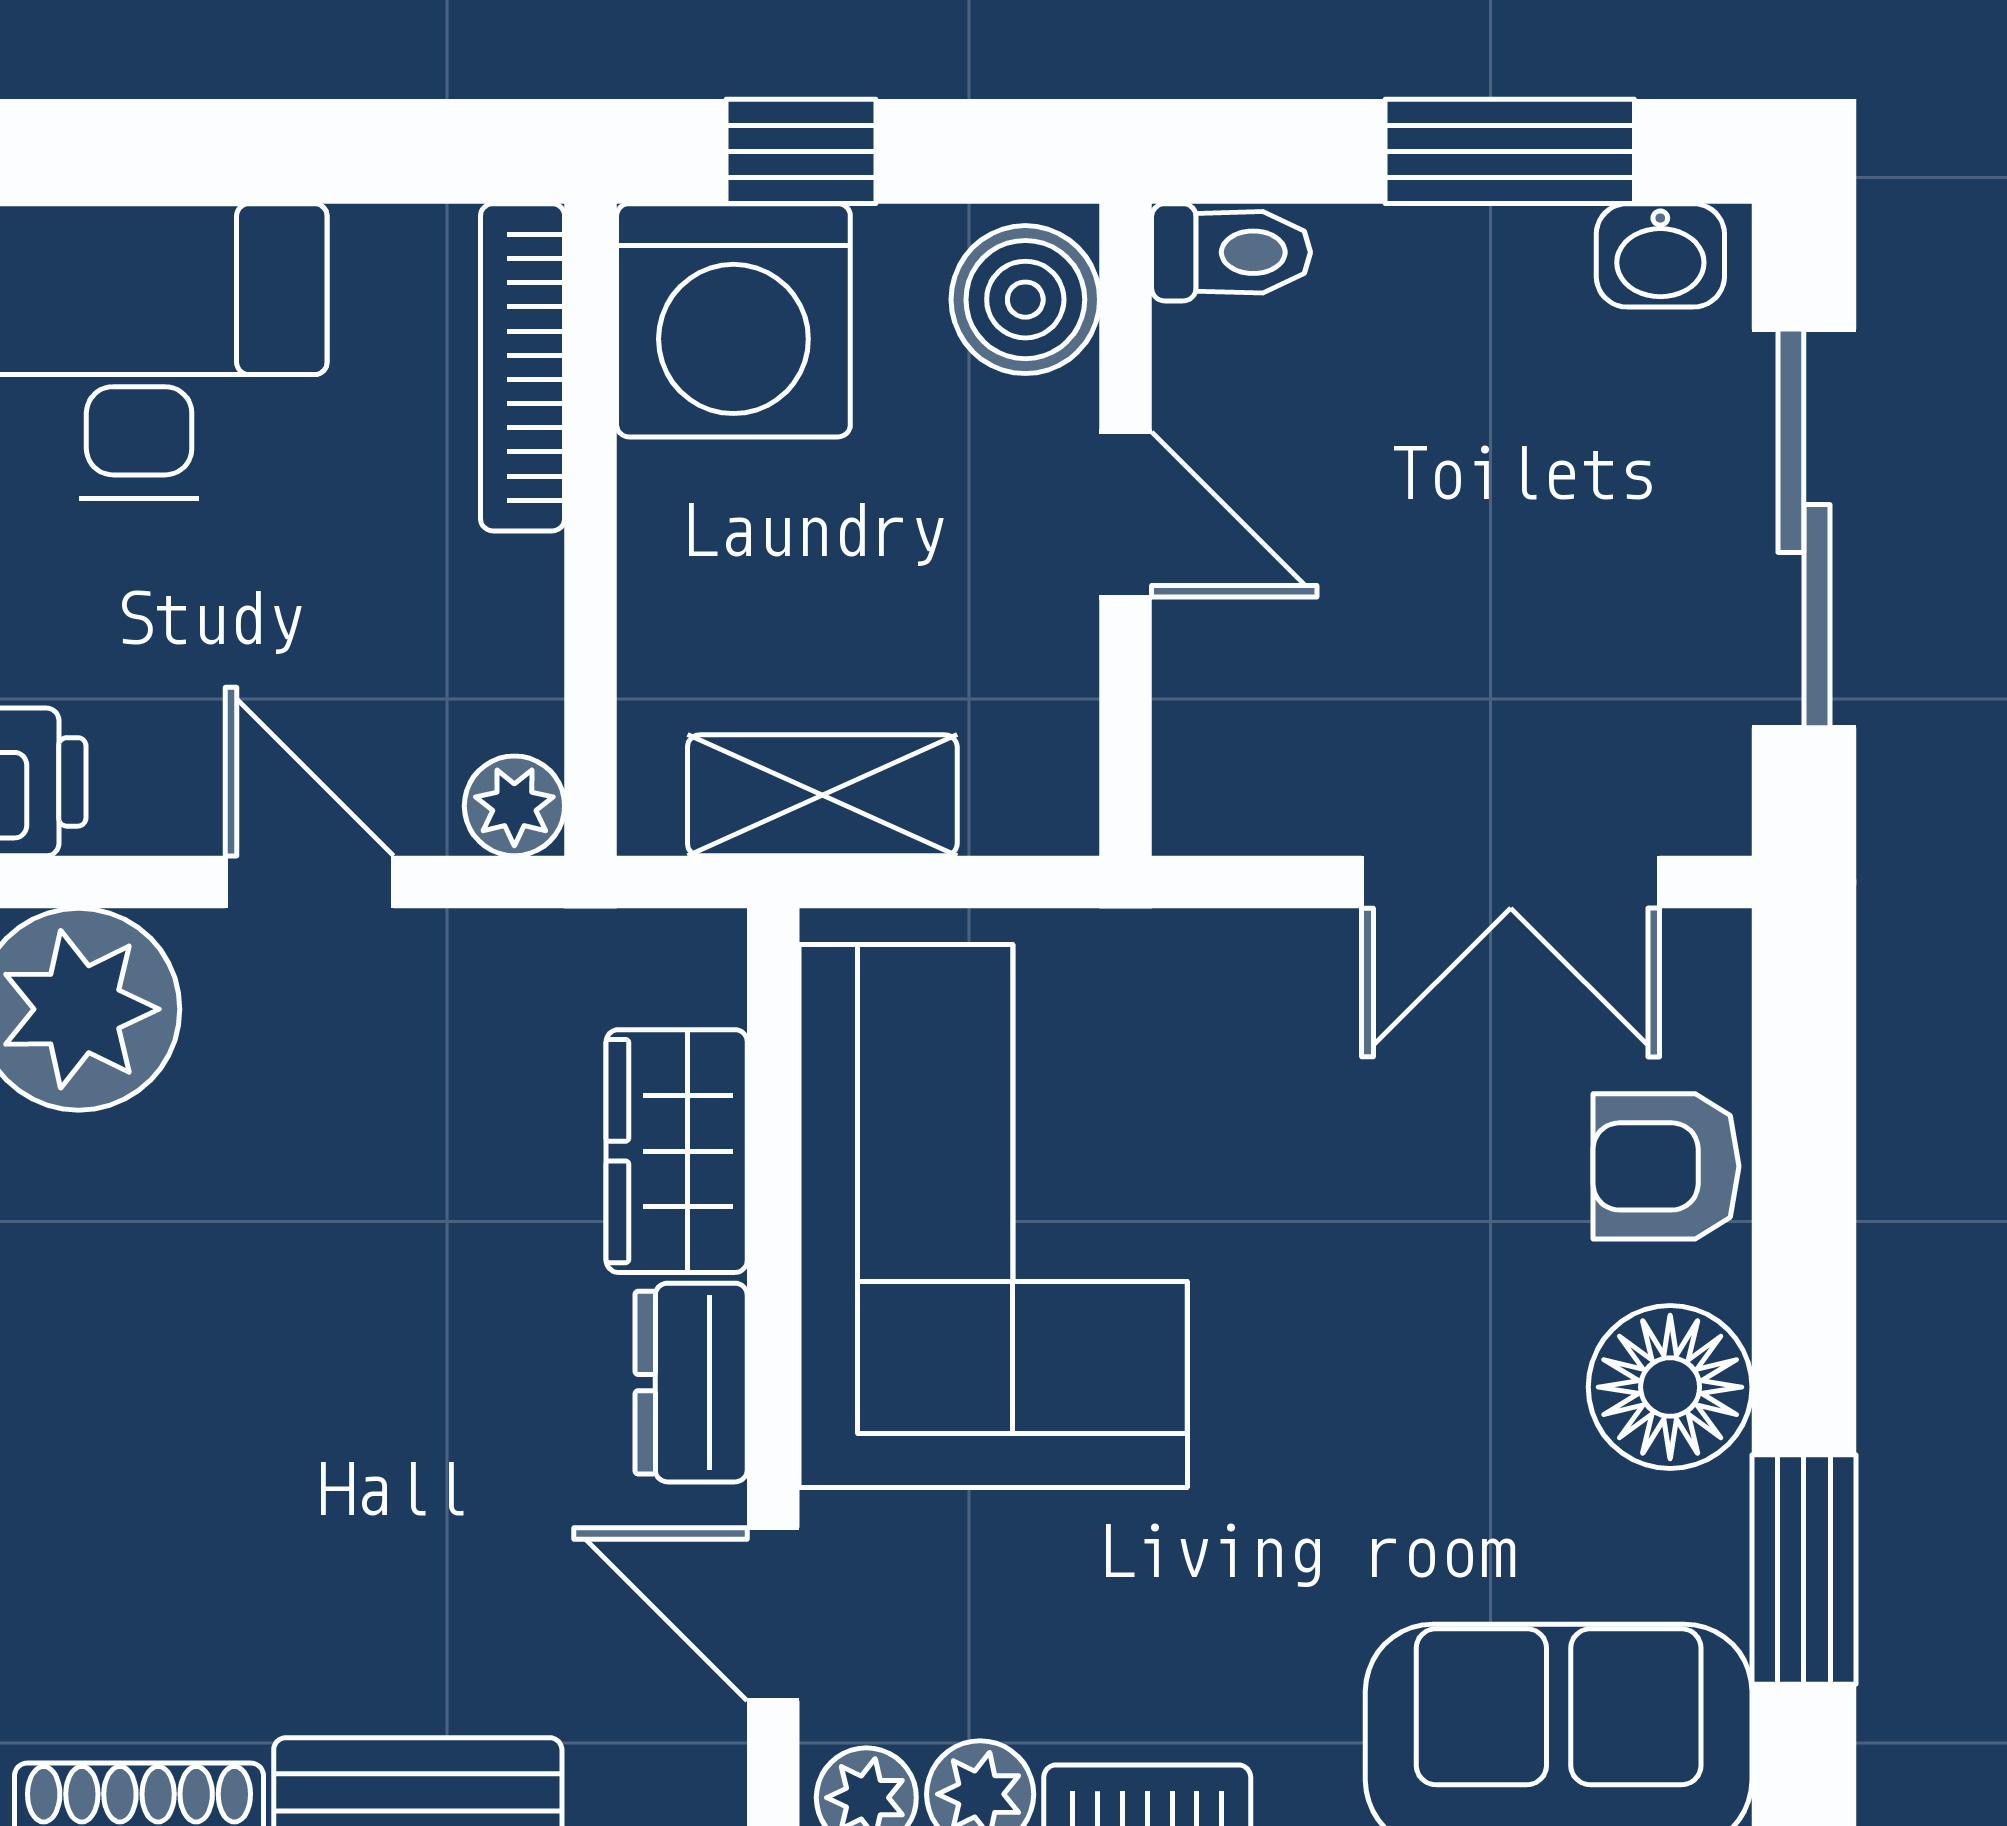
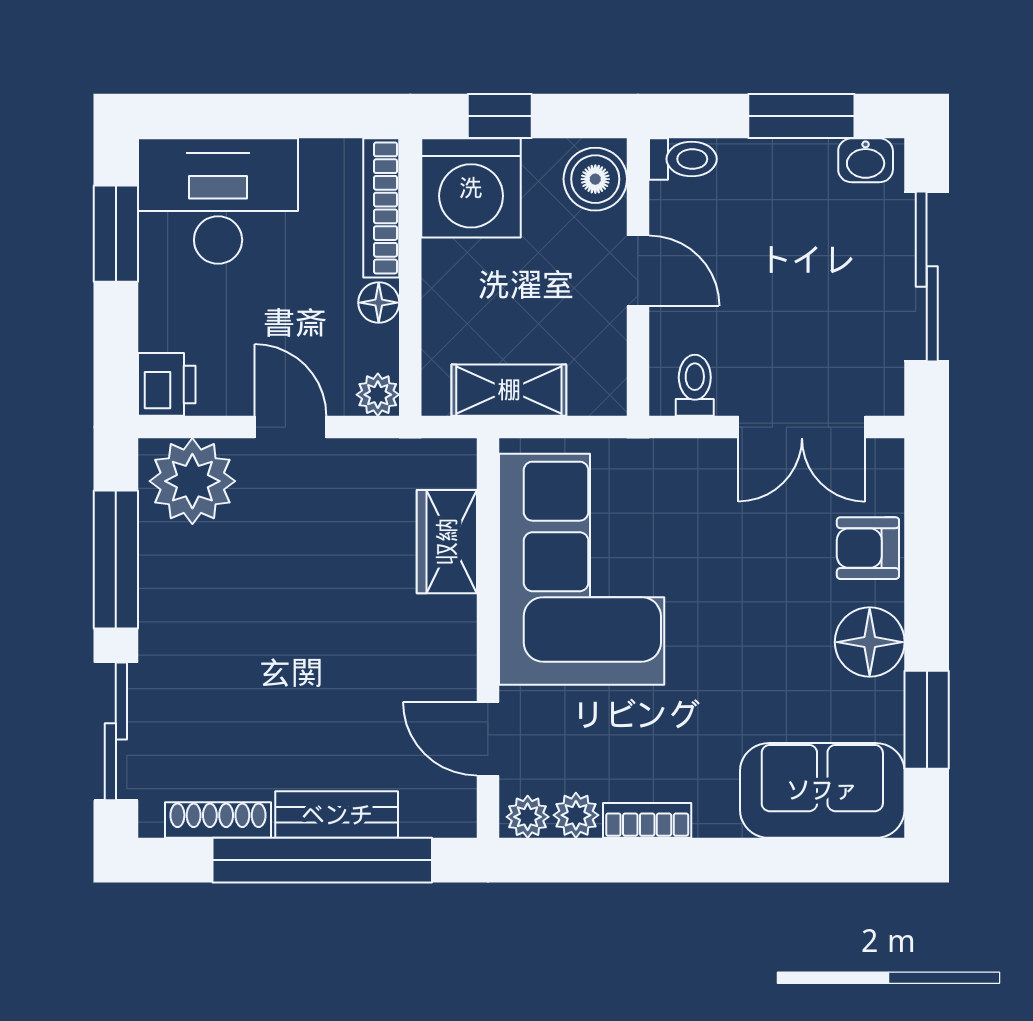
floor lamp: (517, 589) -> (379, 303), added
toilet: (1259, 784) -> (695, 385), added
dresser: (691, 1383) -> (453, 640), removed

